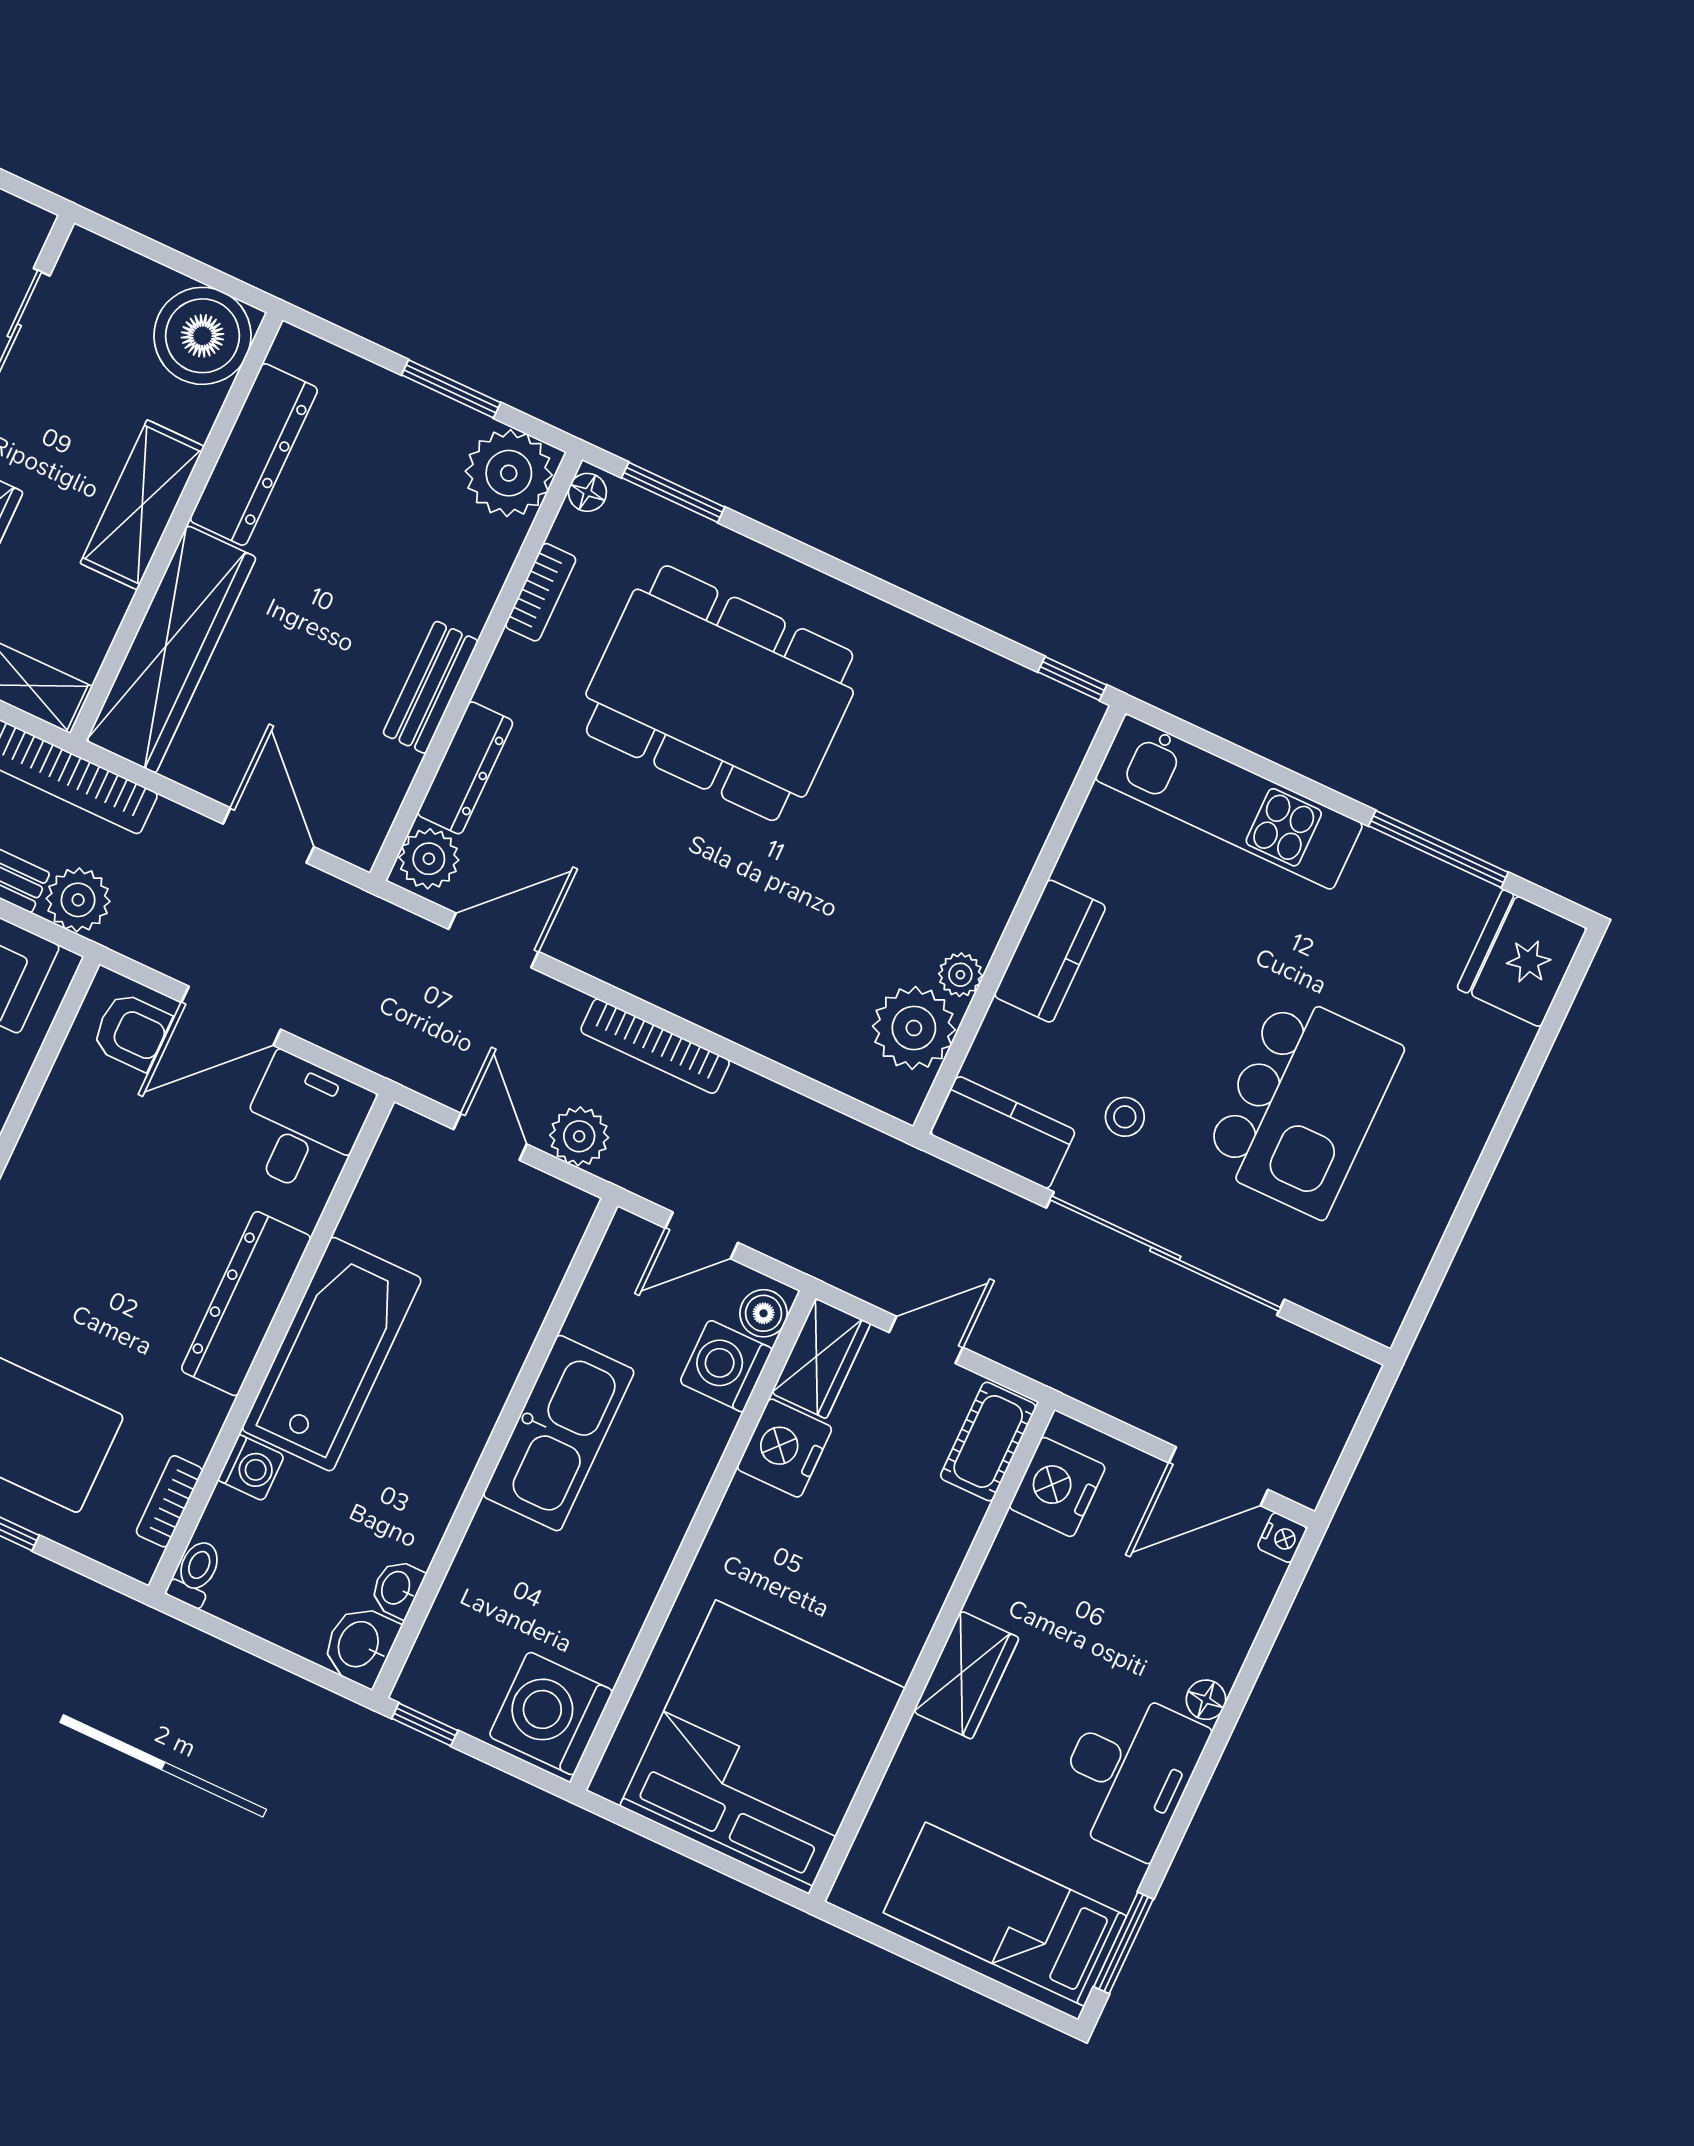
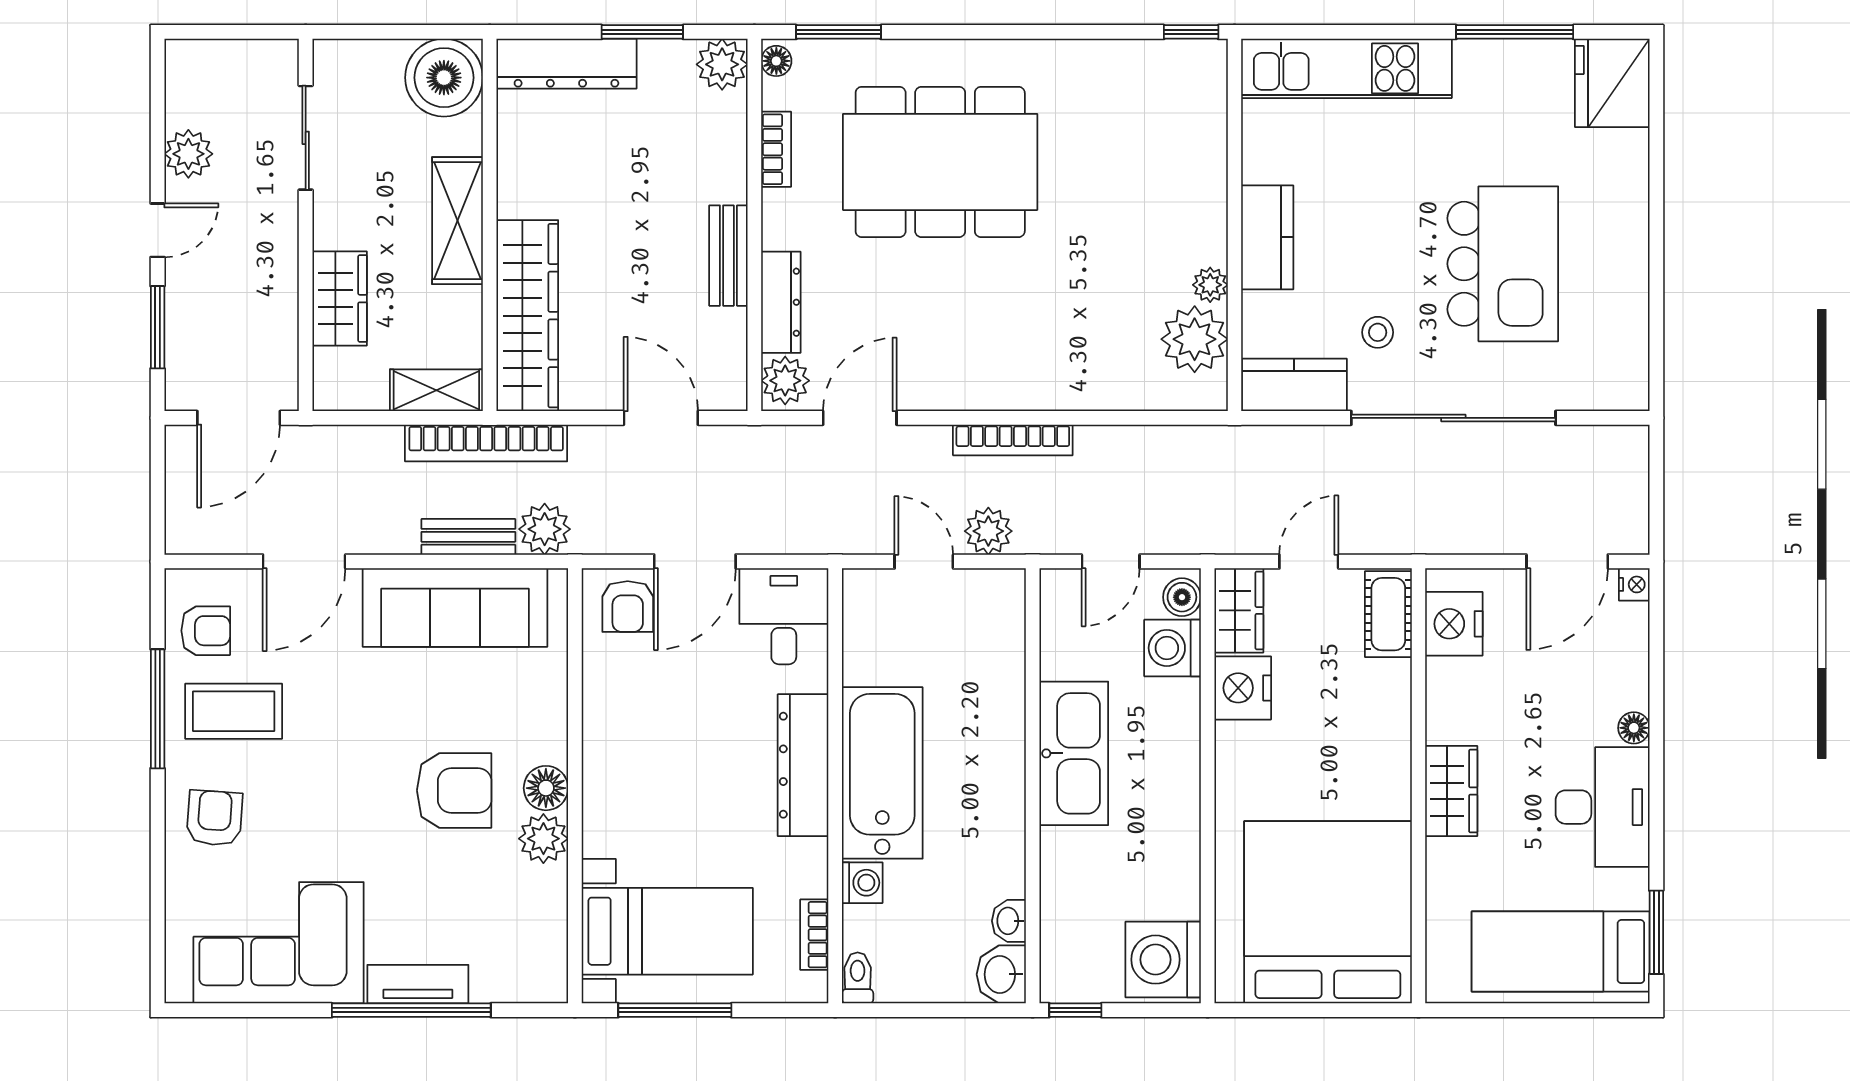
dresser: (254, 454) -> (566, 64), moved, turned 90
plant: (509, 473) -> (722, 64), width x0.73, depth x0.73
armchair: (131, 1031) -> (628, 607), turned 90

